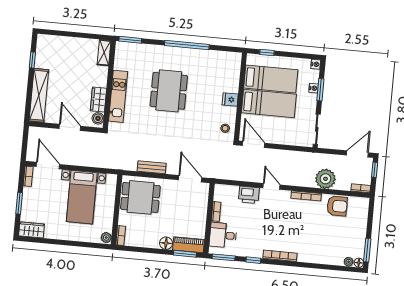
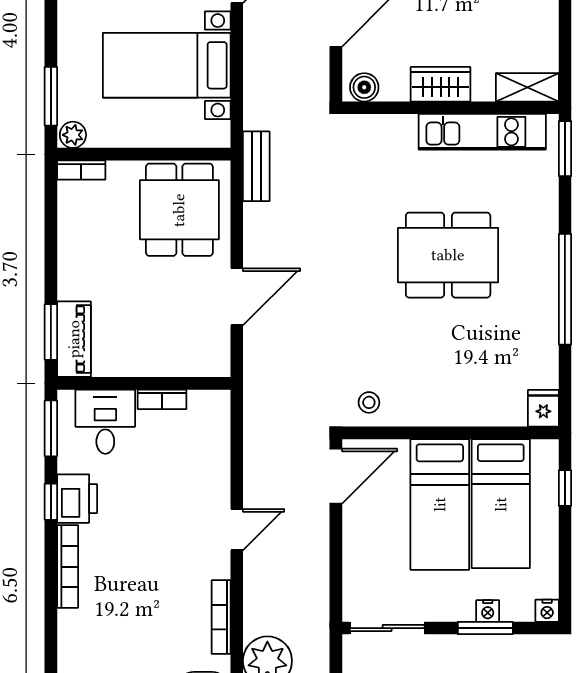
kitchen unit: (118, 96) -> (482, 132), moved
wardrobe: (98, 99) -> (441, 84), moved
fridge: (230, 100) -> (543, 408), moved
bench: (152, 167) -> (256, 166), moved
door: (190, 179) -> (237, 297), moved
printer: (249, 195) -> (77, 499), moved, turned 180
floor lamp: (166, 243) -> (73, 283), removed
window: (90, 245) -> (51, 96), added

